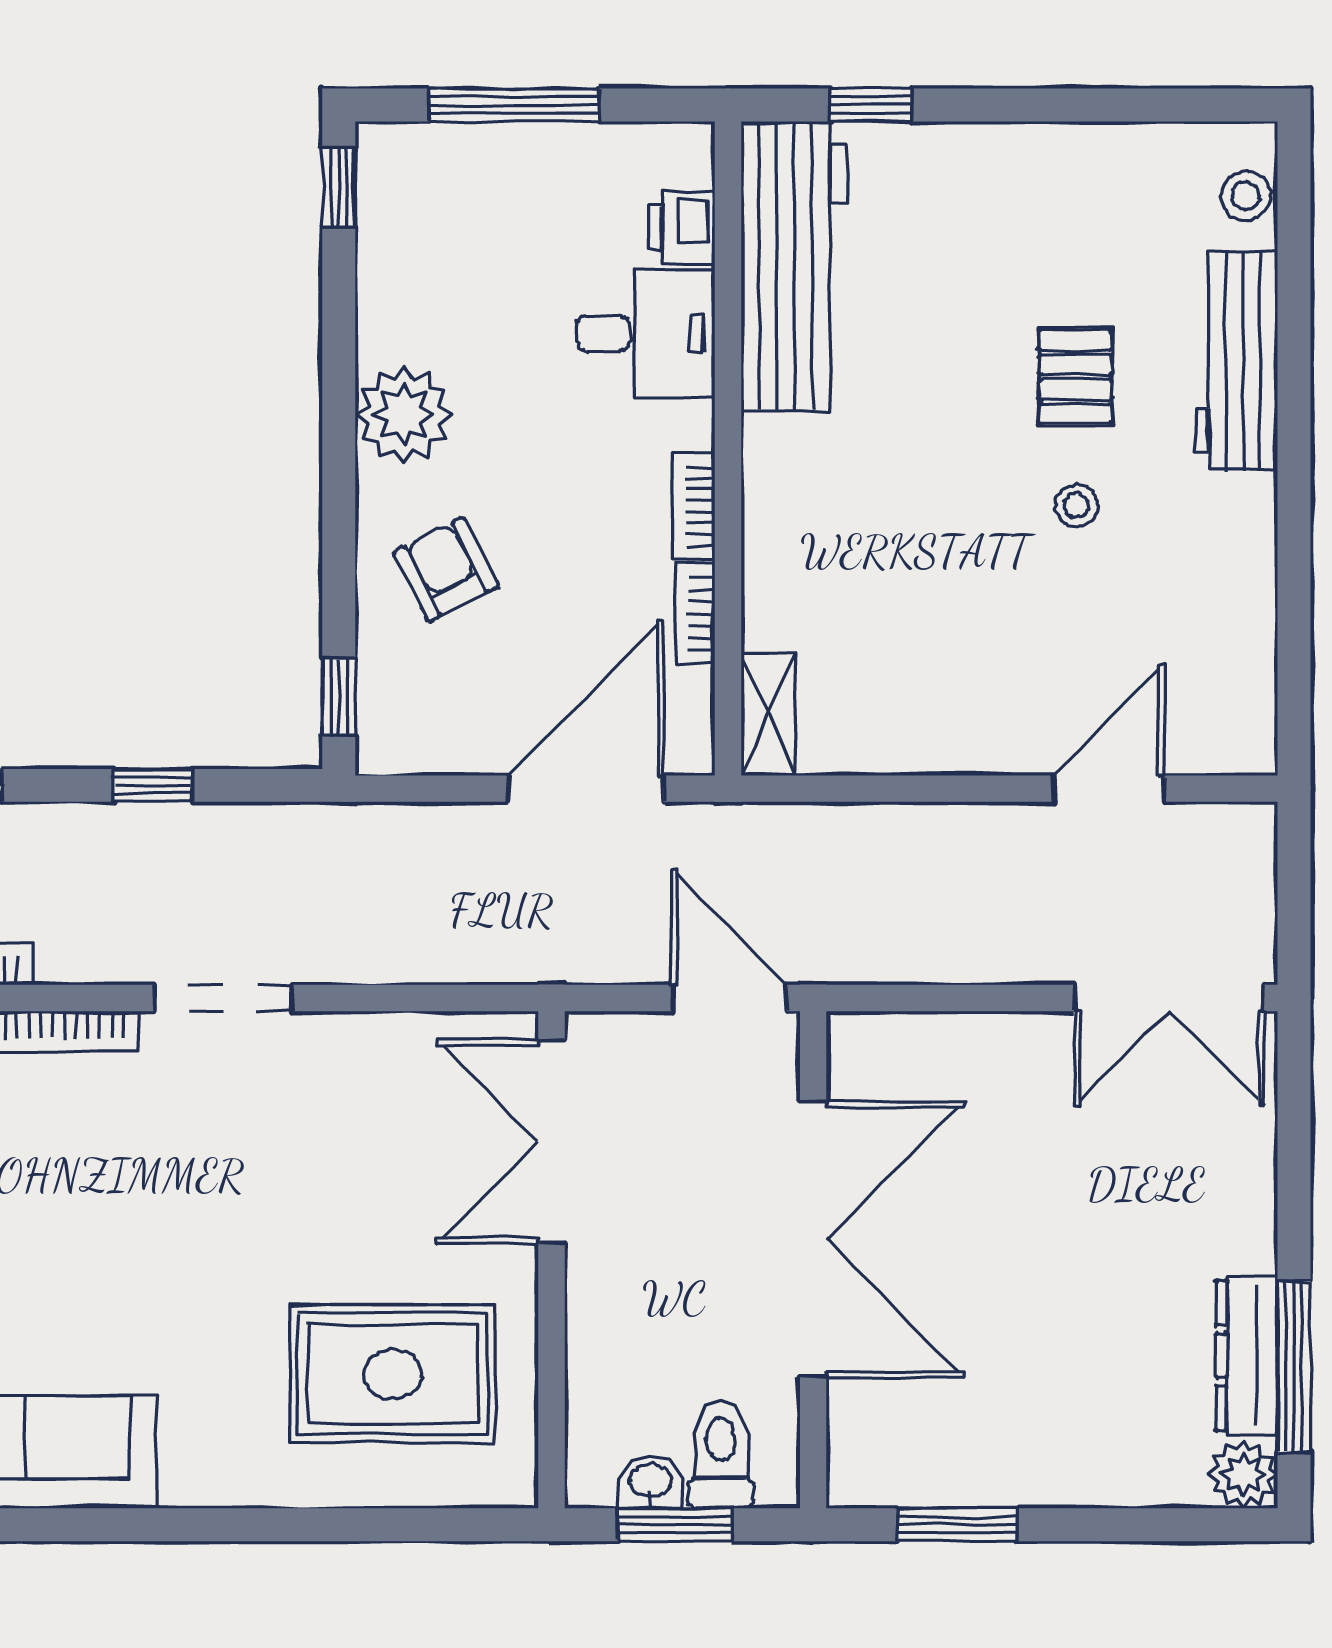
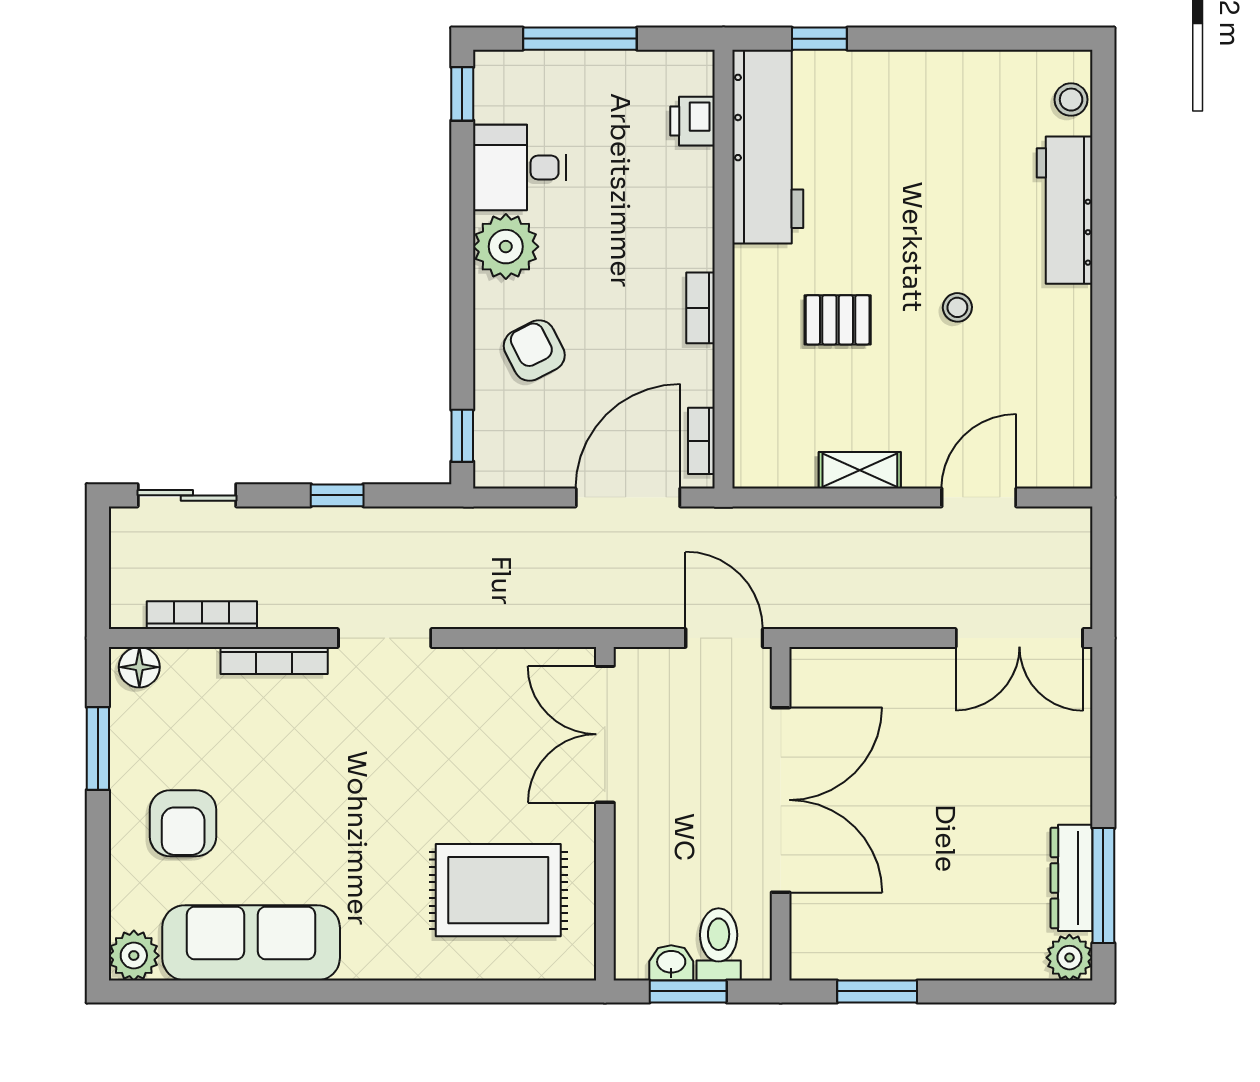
desk: (646, 334) -> (520, 168), moved, turned 180
pallet: (1075, 377) -> (838, 320), moved, turned 90
bookcase: (695, 614) -> (701, 441), moved
shelving: (769, 715) -> (860, 470), moved, turned 90

